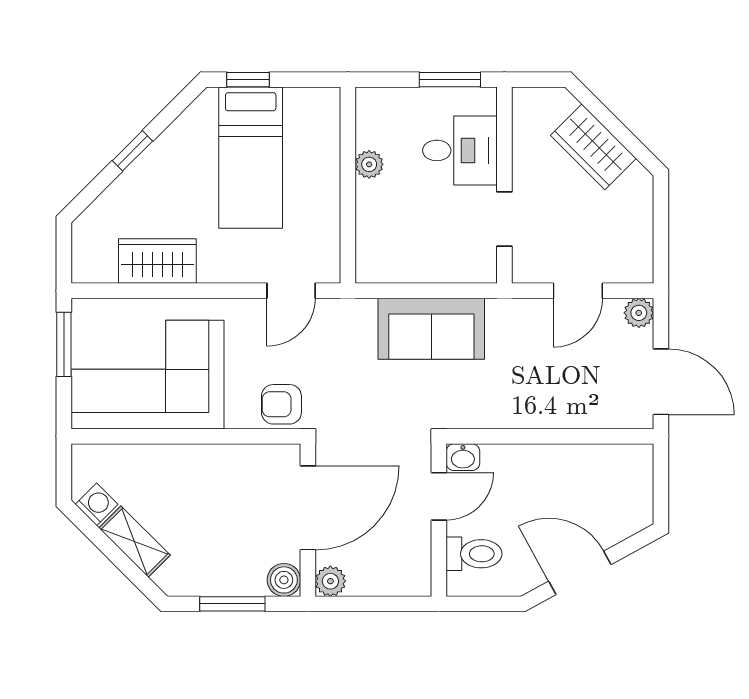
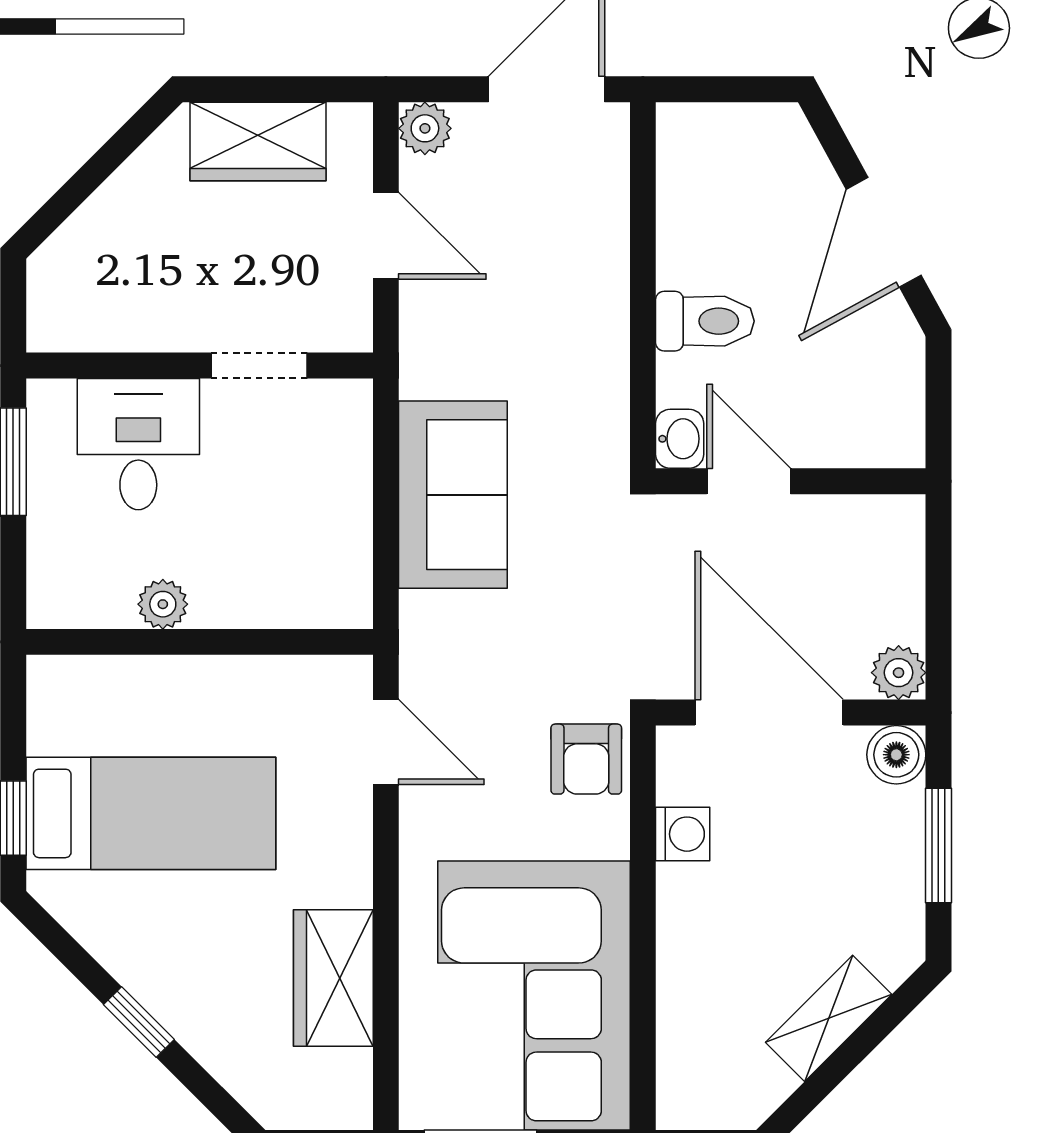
wardrobe: (593, 147) -> (258, 141), moved, turned 45
washing machine: (97, 504) -> (683, 834), moved, turned 135
toilet: (474, 554) -> (705, 321), moved, turned 90

